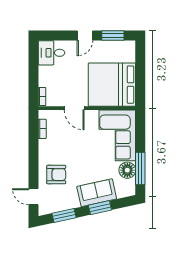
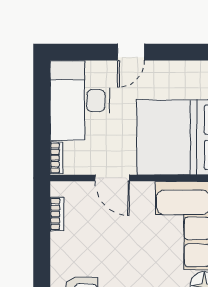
window: (113, 36) -> (179, 52), removed
desk: (52, 53) -> (80, 101), width x1.87, depth x1.30

